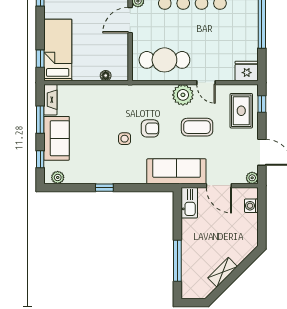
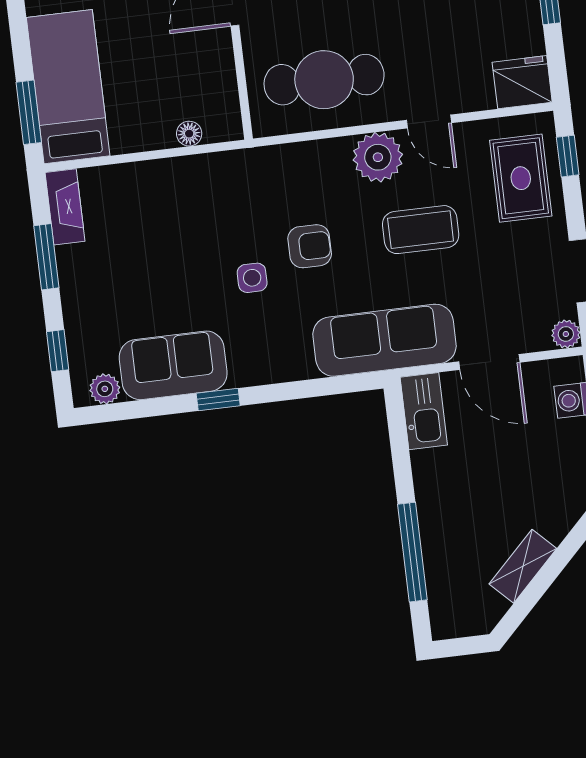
window: (40, 59) -> (29, 112), width x1.50
sofa: (57, 138) -> (173, 365), moved, turned -90

